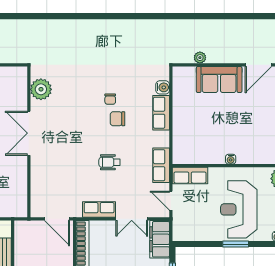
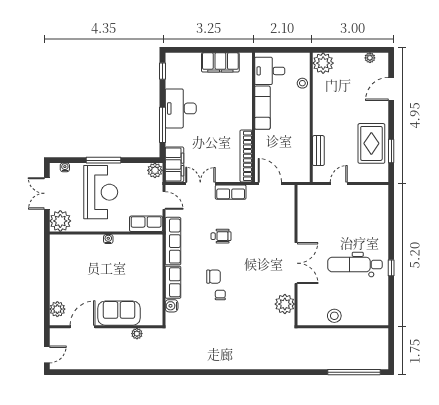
row of seats: (161, 165) -> (173, 241), width x1.48
plant: (180, 233) -> (155, 170), added
window: (236, 244) -> (104, 160), width x1.44

